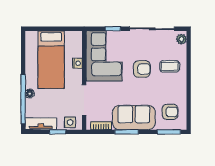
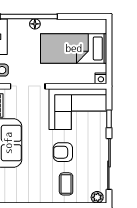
nightstand: (77, 63) -> (101, 78), moved
armchair: (142, 69) -> (63, 152), turned 90
armchair: (170, 112) -> (14, 184), removed

